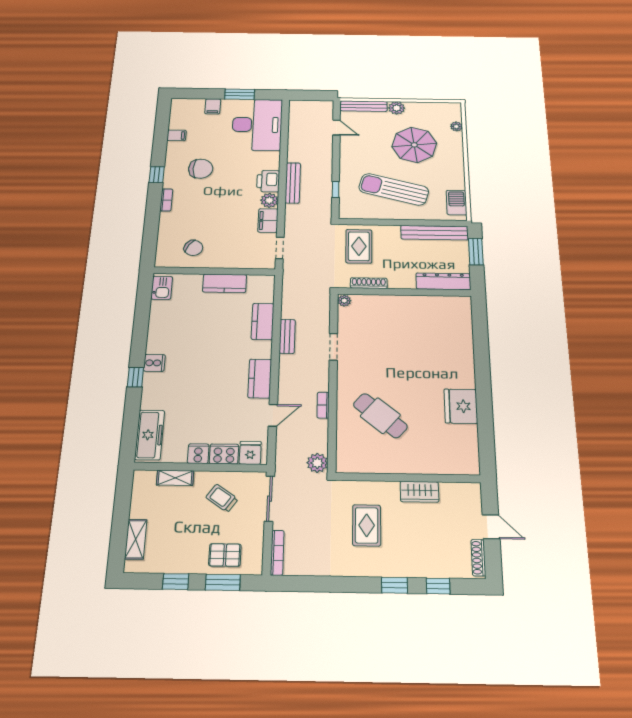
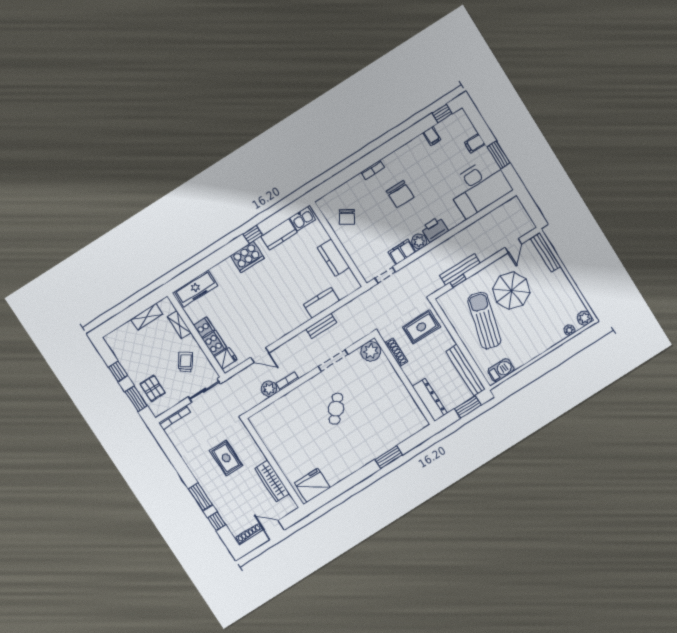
plant: (397, 108) -> (584, 318), moved
parasol: (414, 145) -> (511, 291), moved
chair: (201, 169) -> (400, 194), moved
window: (157, 175) -> (442, 113), moved
bench: (293, 183) -> (460, 269), moved
plant: (344, 301) -> (371, 351), width x1.88, depth x1.88
doorway: (333, 347) -> (333, 360), width x1.38
window: (482, 356) -> (389, 457), added
cooker: (154, 363) -> (247, 257), width x1.87, depth x1.31
window: (135, 377) -> (253, 234), moved
kitchen counter: (260, 378) -> (279, 234), moved, turned 180
fridge: (461, 406) -> (312, 485), moved
cafe table: (380, 416) -> (336, 409), moved, width x0.73, depth x0.74
plant: (317, 463) -> (269, 389), moved
wardrobe: (419, 492) -> (272, 481), width x1.50
rug: (367, 525) -> (226, 458), turned 90
door: (491, 527) -> (274, 530), swing flipped
shelving: (136, 539) -> (147, 317), moved
window: (394, 585) -> (200, 497), width x1.50

